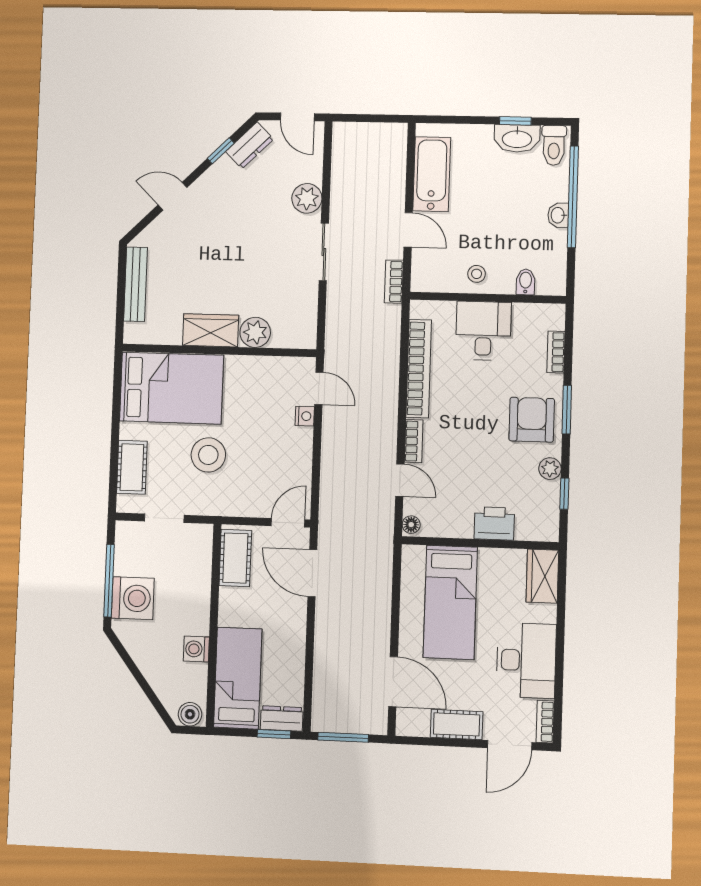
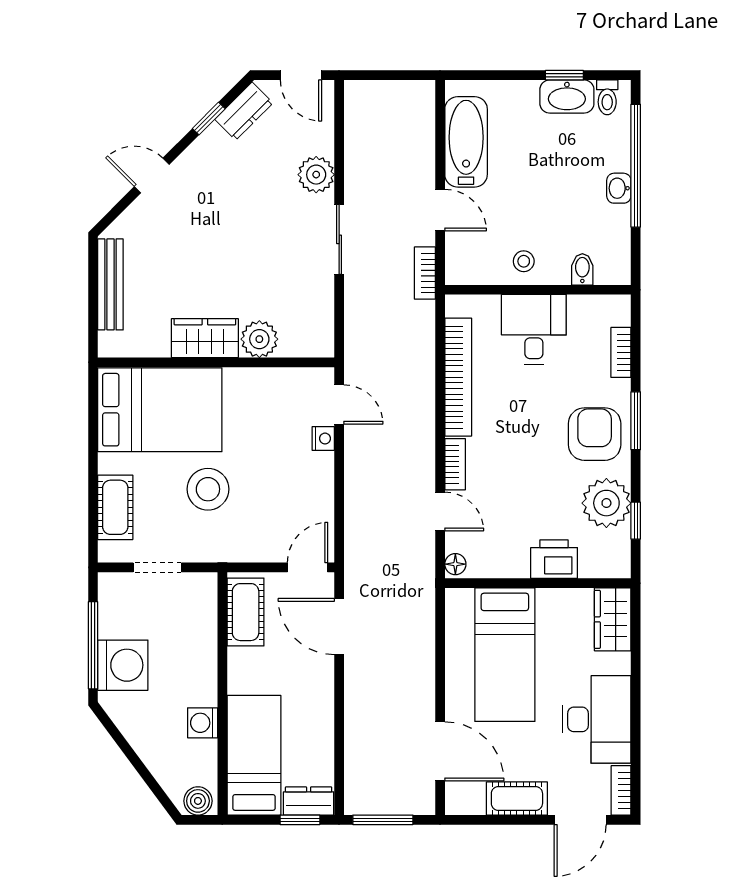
toilet: (554, 145) -> (607, 97), width x0.73, depth x0.72
plant: (550, 469) -> (606, 503), width x1.87, depth x1.87

